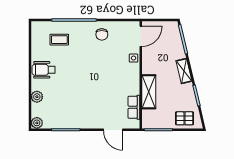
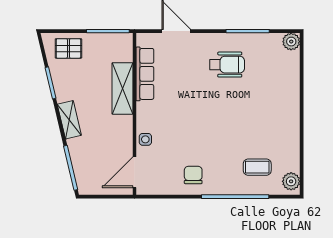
wheelchair: (44, 70) -> (227, 65), moved
plant: (37, 97) -> (291, 181), moved
row of seats: (134, 107) -> (145, 74), width x1.48

